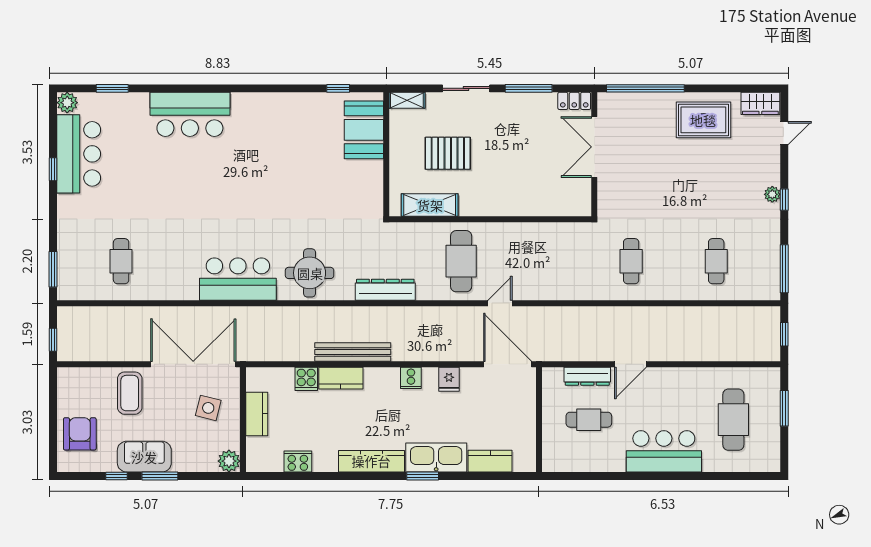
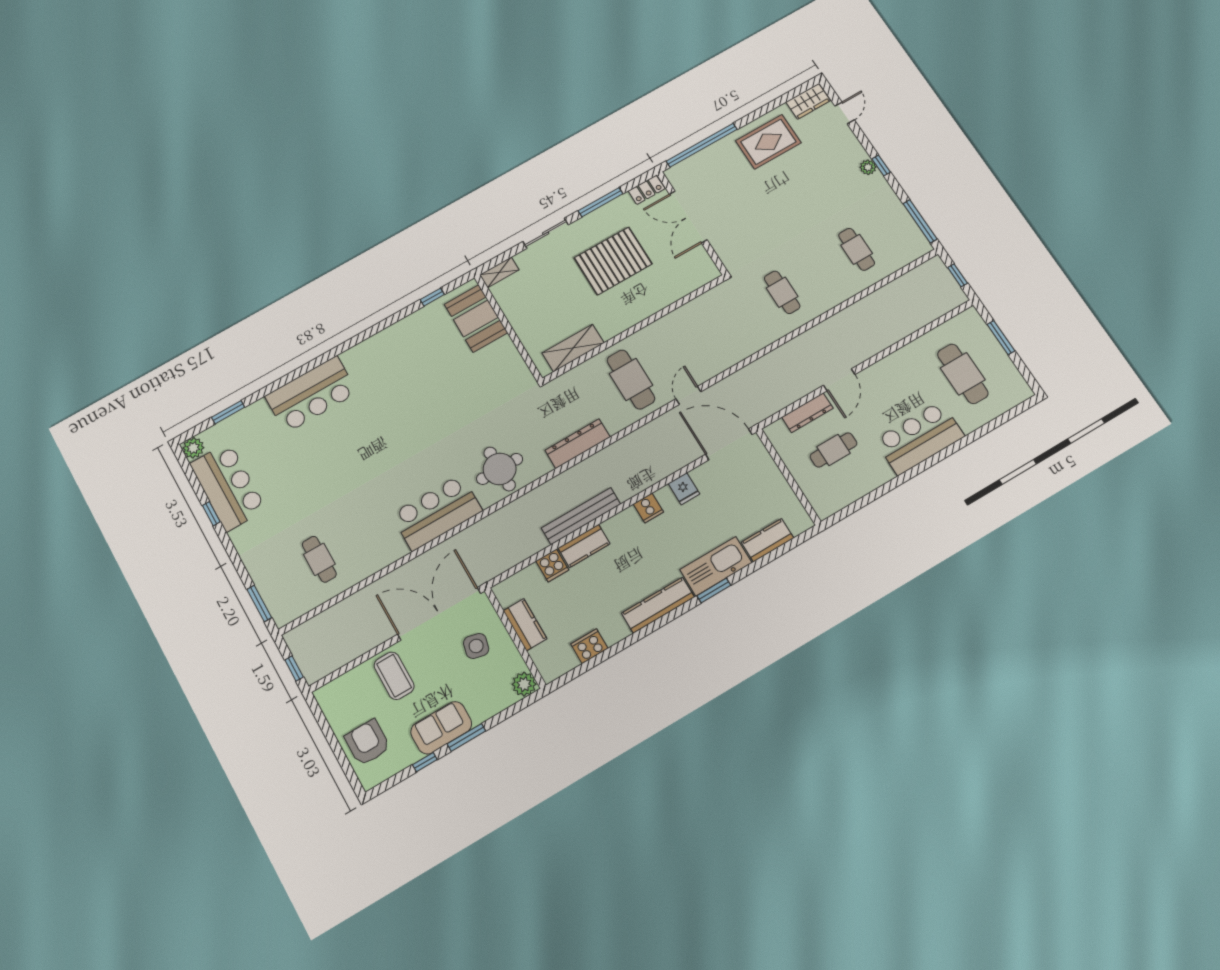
pallet: (448, 153) -> (613, 261), moved, width x1.37, depth x1.41

